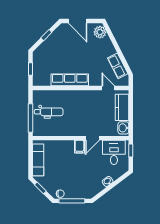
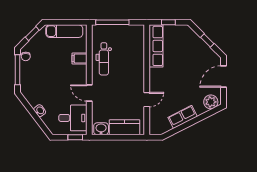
row of seats: (118, 66) -> (183, 117), moved
row of seats: (70, 80) -> (156, 46), moved
door: (108, 88) -> (147, 100), moved
dental chair: (49, 112) -> (104, 59), moved
filing cabinet: (79, 147) -> (79, 58), moved

